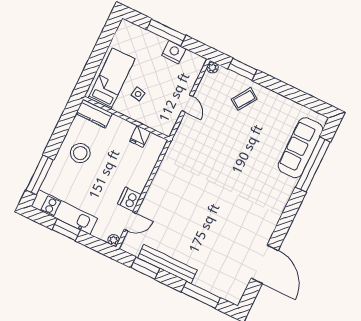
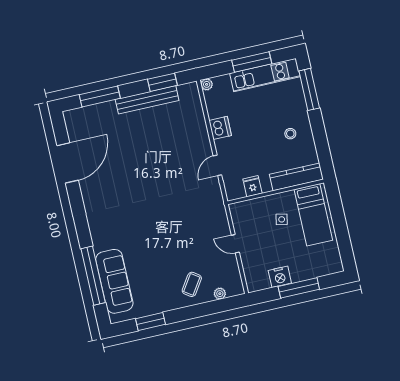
plant: (212, 68) -> (220, 294), moved
window: (242, 69) -> (151, 322), moved
kitchen counter: (94, 113) -> (296, 177), width x1.50
stool: (80, 153) -> (290, 134), width x0.53, depth x0.53
door: (130, 221) -> (217, 165), moved
window: (66, 230) -> (252, 62), width x1.44
door: (265, 264) -> (68, 163), swing flipped

